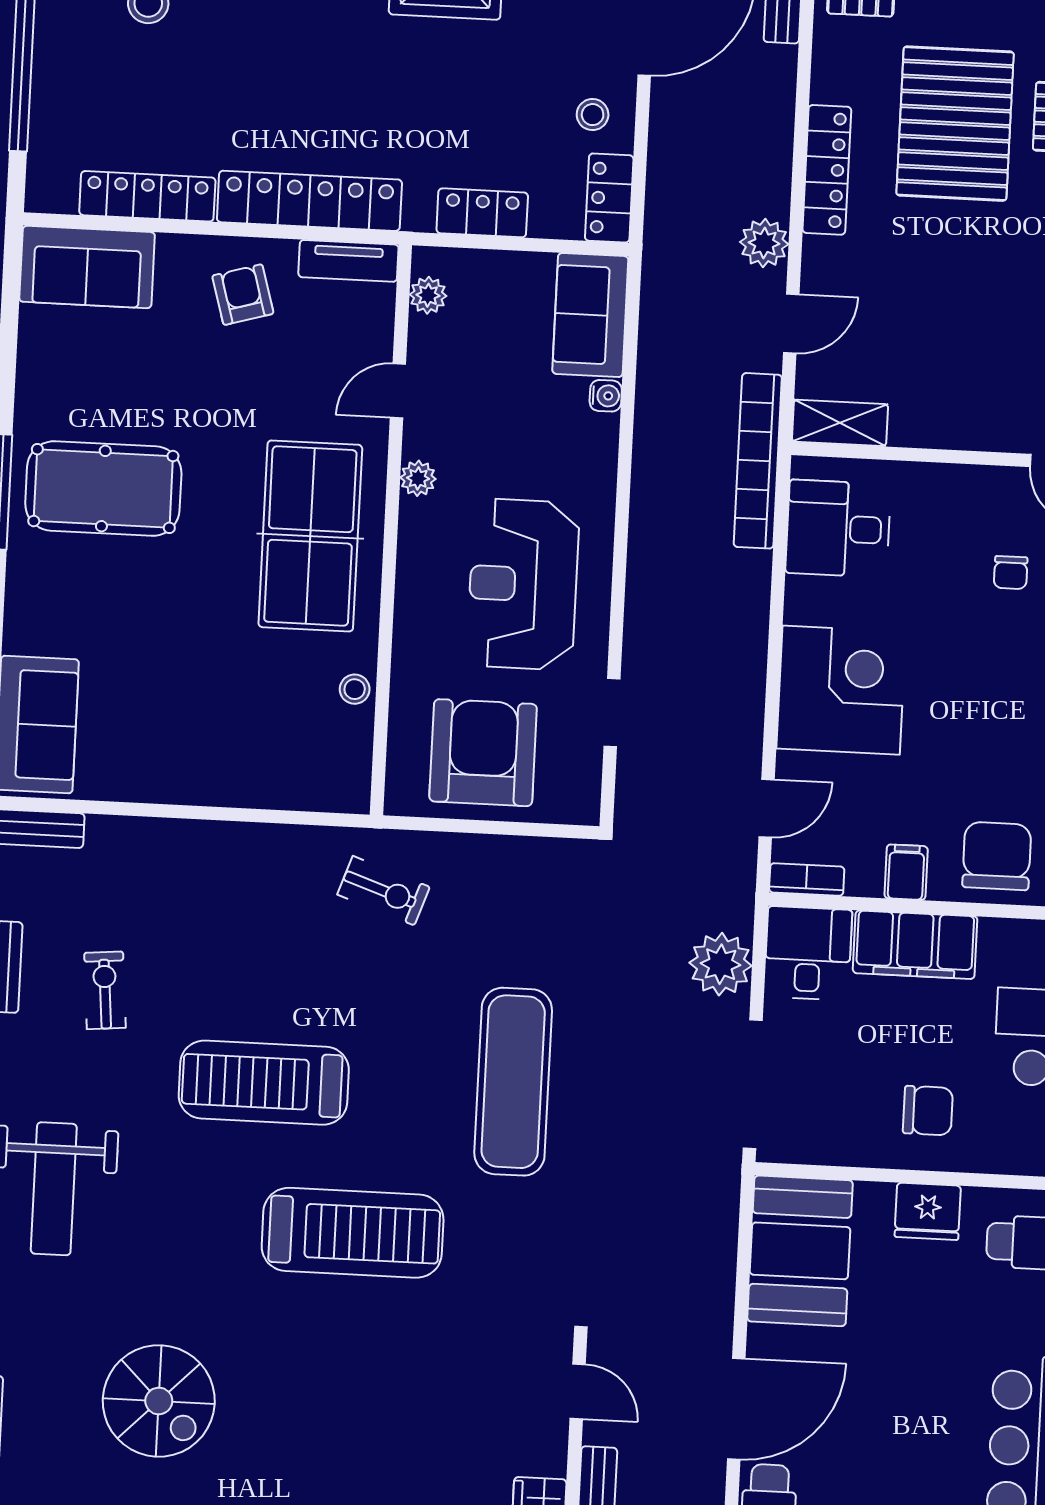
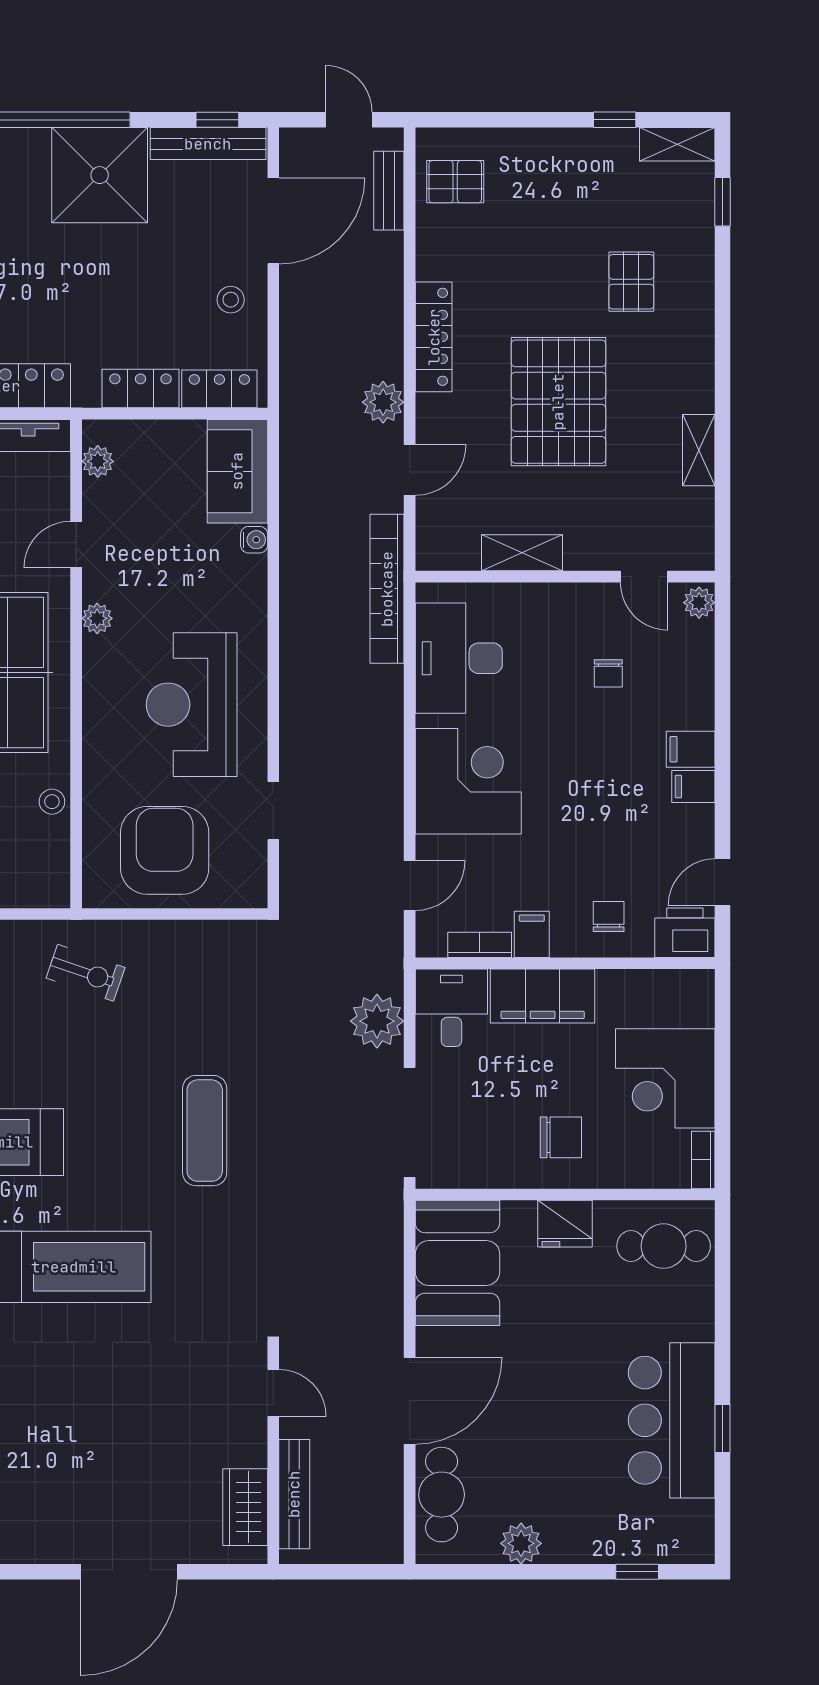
pallet: (955, 124) -> (558, 402), moved
locker: (609, 198) -> (219, 389), moved, turned 90
shelving: (840, 423) -> (522, 553), moved
desk: (838, 529) -> (459, 658), width x1.37
chair: (997, 856) -> (609, 916), width x0.54, depth x0.54
bookcase: (807, 880) -> (480, 945), moved
exercise mat: (513, 1082) -> (205, 1131), width x0.73, depth x0.69

